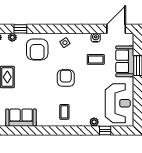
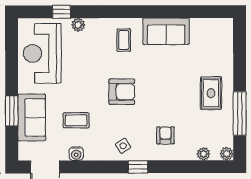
window: (20, 29) -> (138, 167), moved
armchair: (37, 49) -> (165, 135), width x0.53, depth x0.53
armchair: (66, 78) -> (122, 92), turned -90
sofa: (21, 118) -> (166, 31), moved

